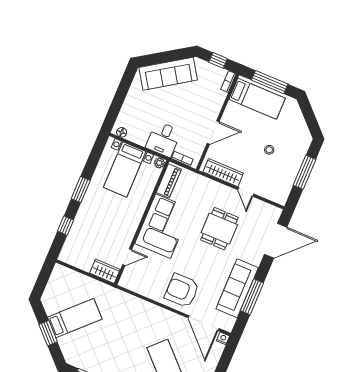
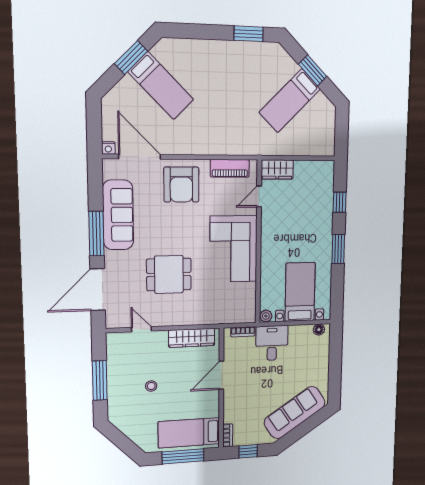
piano: (169, 181) -> (230, 168), moved, turned -90
door: (246, 192) -> (141, 329), moved
dining table: (219, 229) -> (169, 274), turned 90
armchair: (182, 291) -> (181, 185), turned 90
window: (252, 297) -> (96, 234), moved

